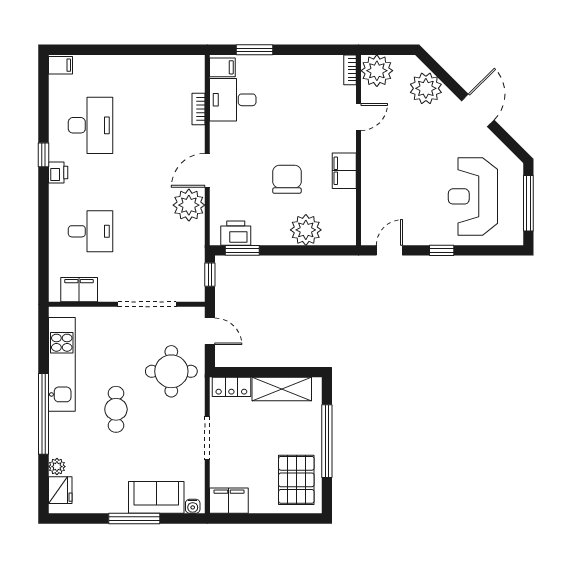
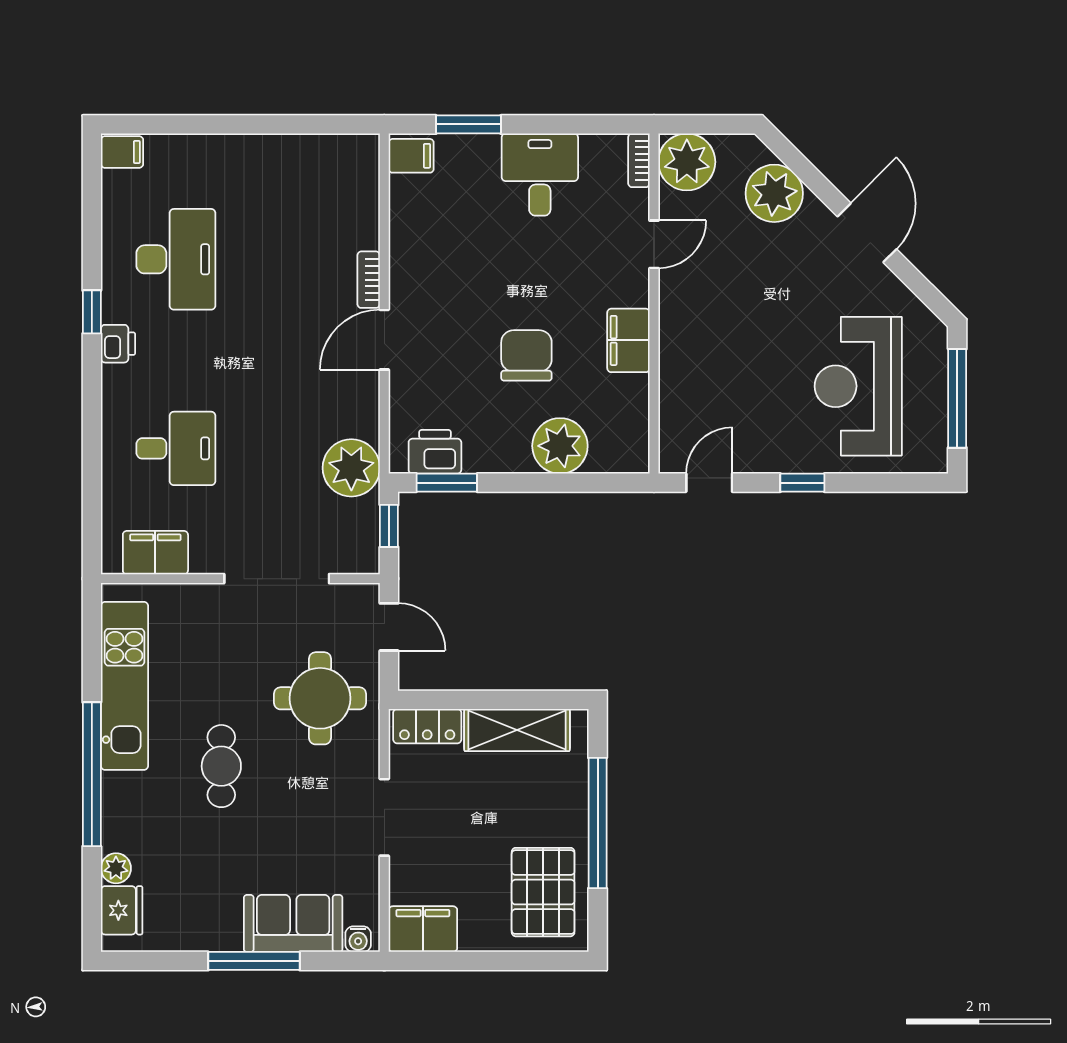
desk: (233, 100) -> (540, 175), moved, turned 90
bookcase: (199, 109) -> (369, 280), moved
plant: (189, 205) -> (351, 468), moved

